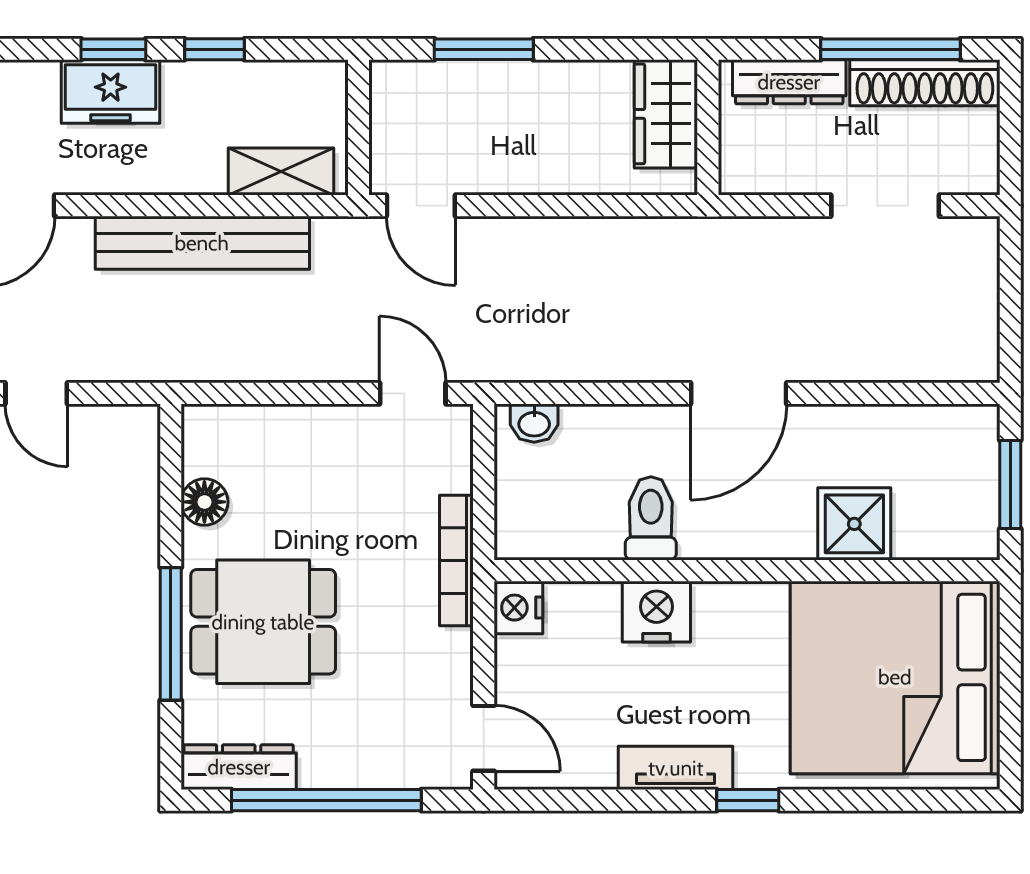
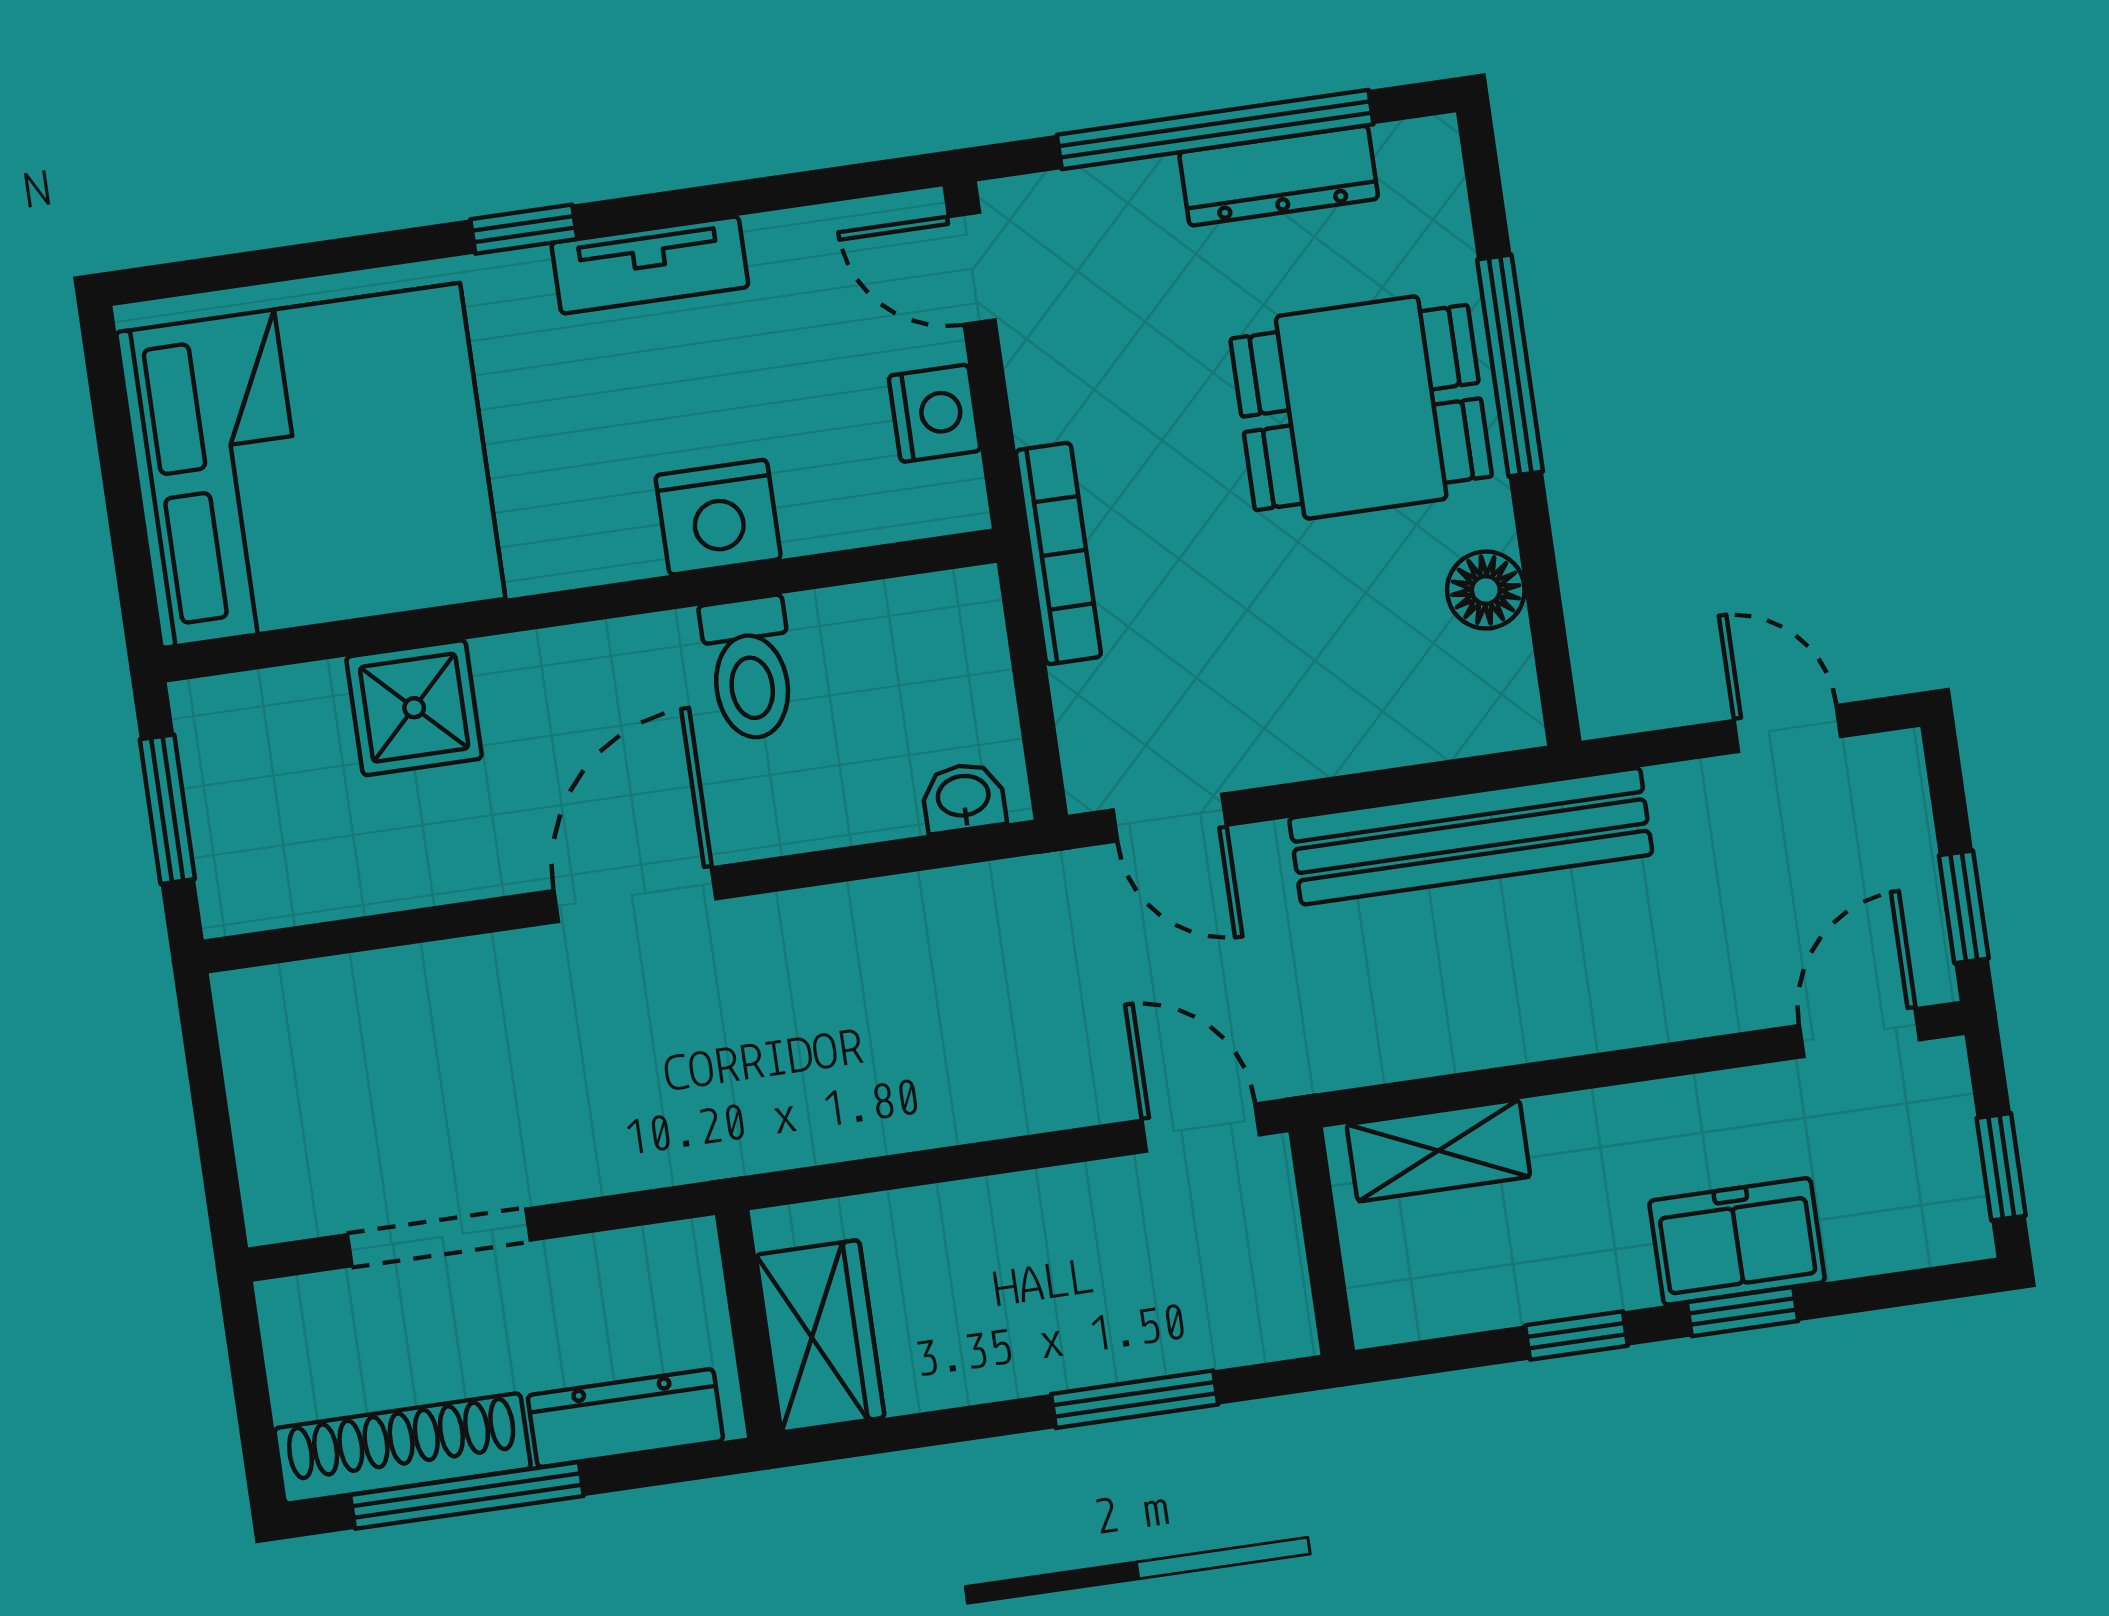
bench: (202, 243) -> (1471, 836), moved
nightstand: (518, 608) -> (934, 413), moved
dresser: (239, 767) -> (1279, 176), moved

